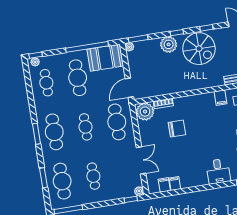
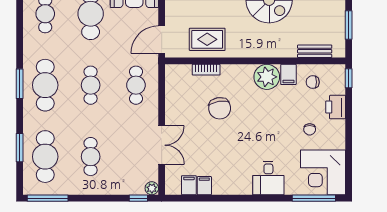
rug: (161, 82) -> (207, 39), added
plant: (145, 112) -> (267, 77), moved
cafe table: (117, 122) -> (136, 85), width x0.73, depth x0.74
chair: (177, 129) -> (220, 108), turned 81

